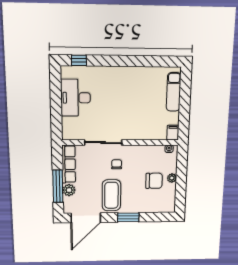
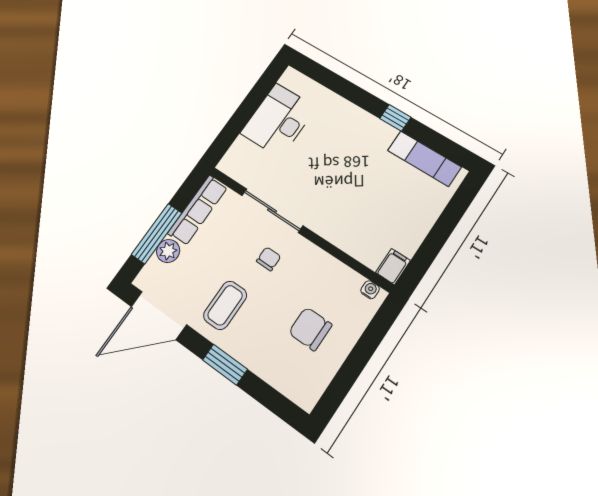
window: (79, 60) -> (395, 118), moved
exam couch: (174, 92) -> (424, 159), moved, turned -90
plant: (172, 178) -> (343, 345), removed
chair: (154, 181) -> (310, 329), turned 180
coffee table: (111, 195) -> (225, 305), width x0.73, depth x0.76

